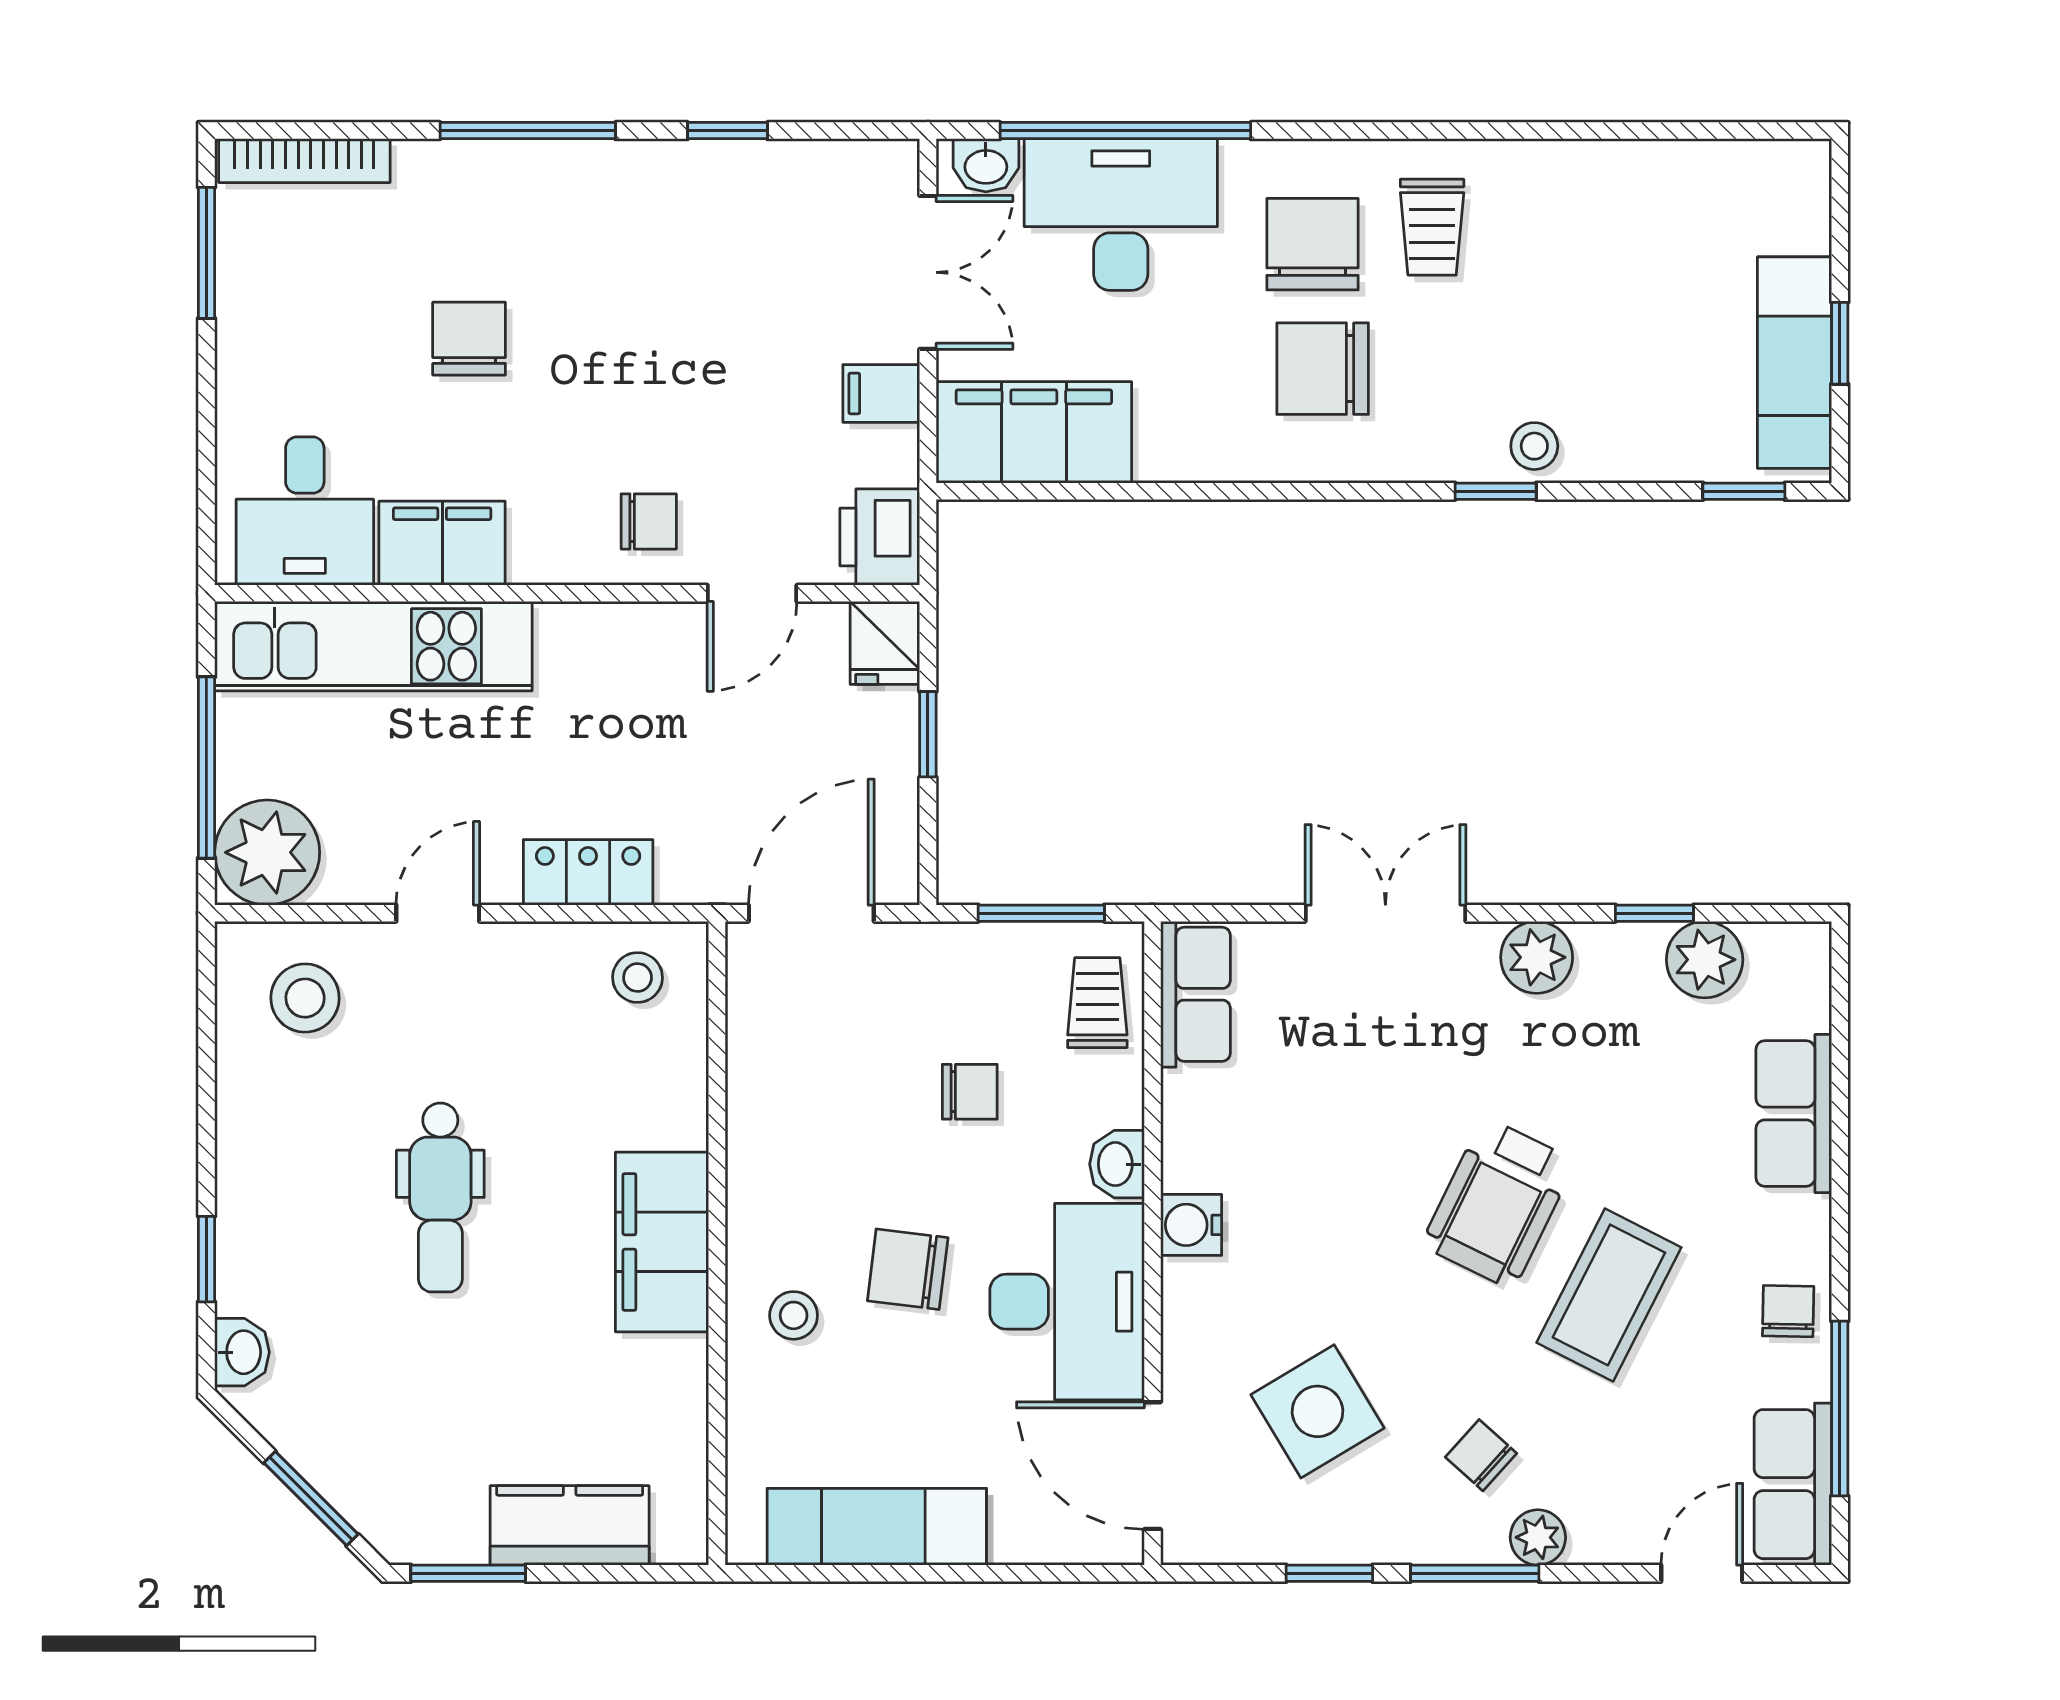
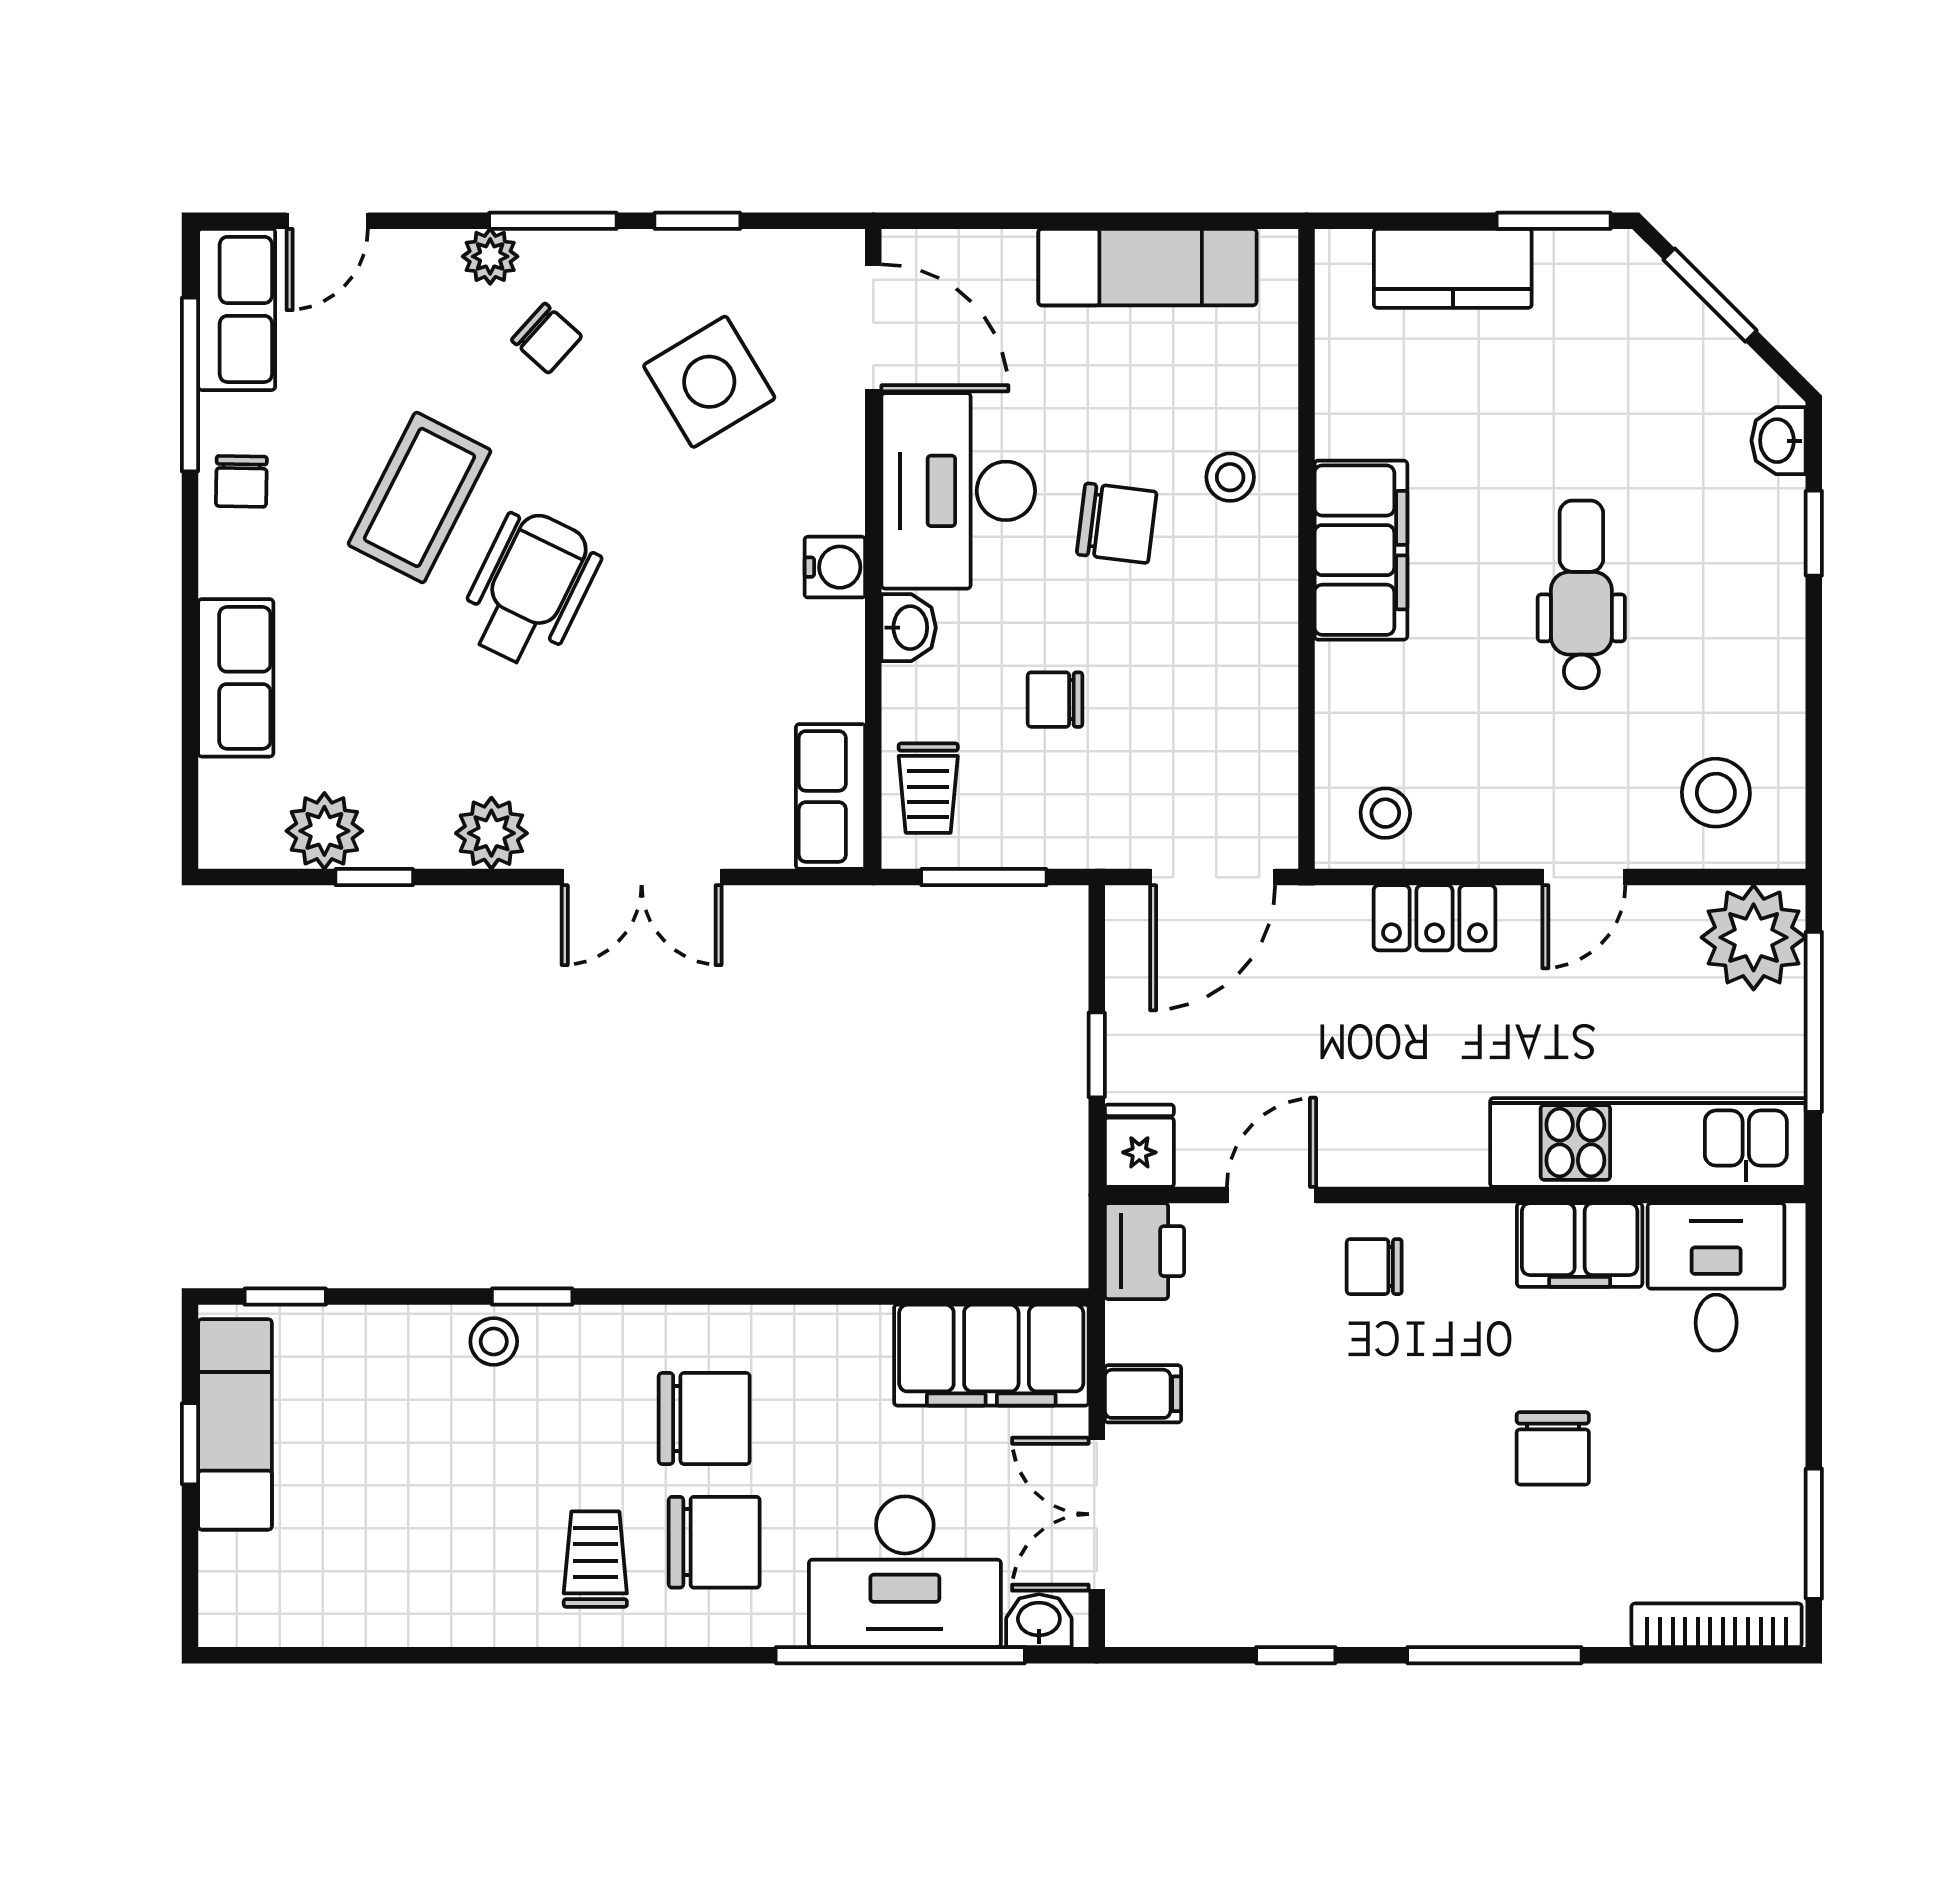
chair: (1313, 244) -> (714, 1542), turned -90

